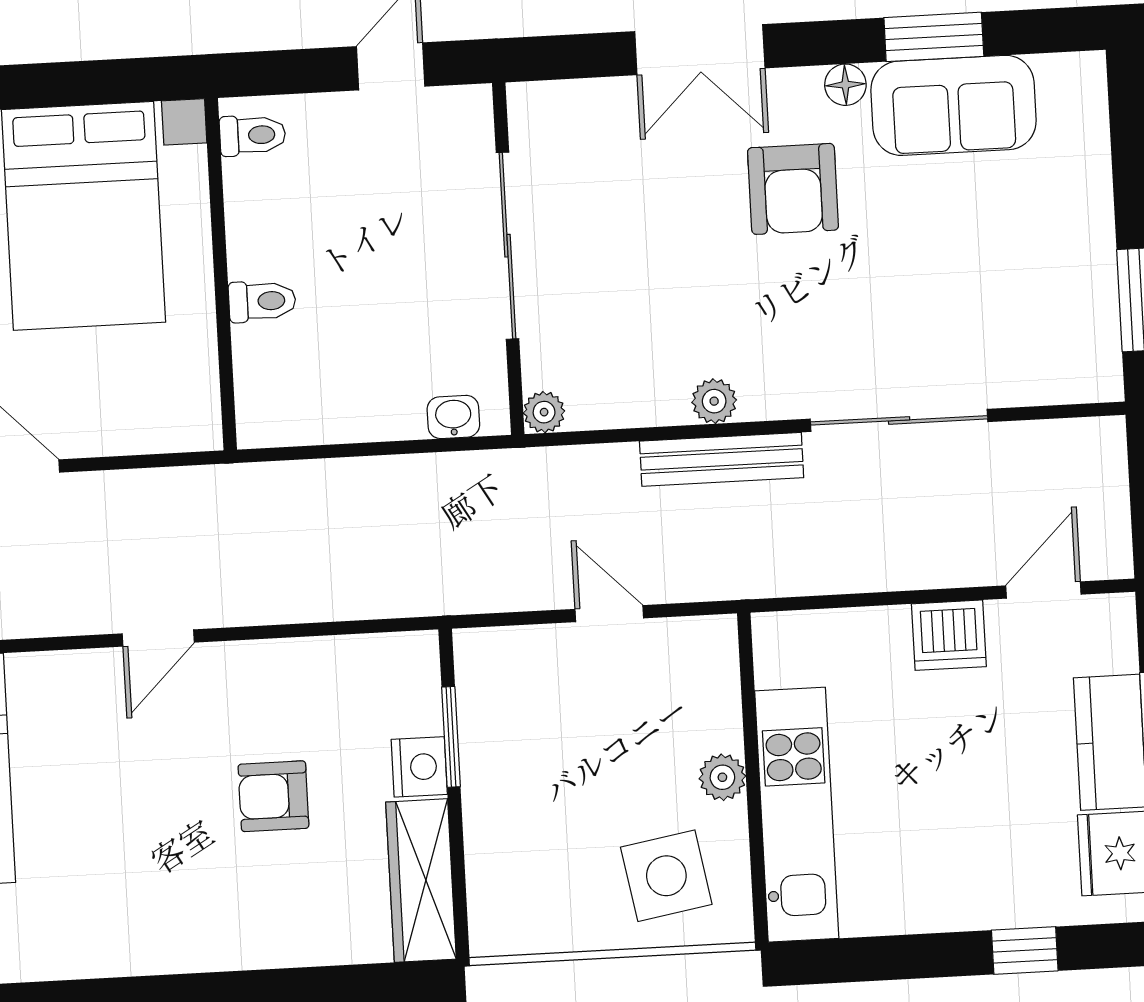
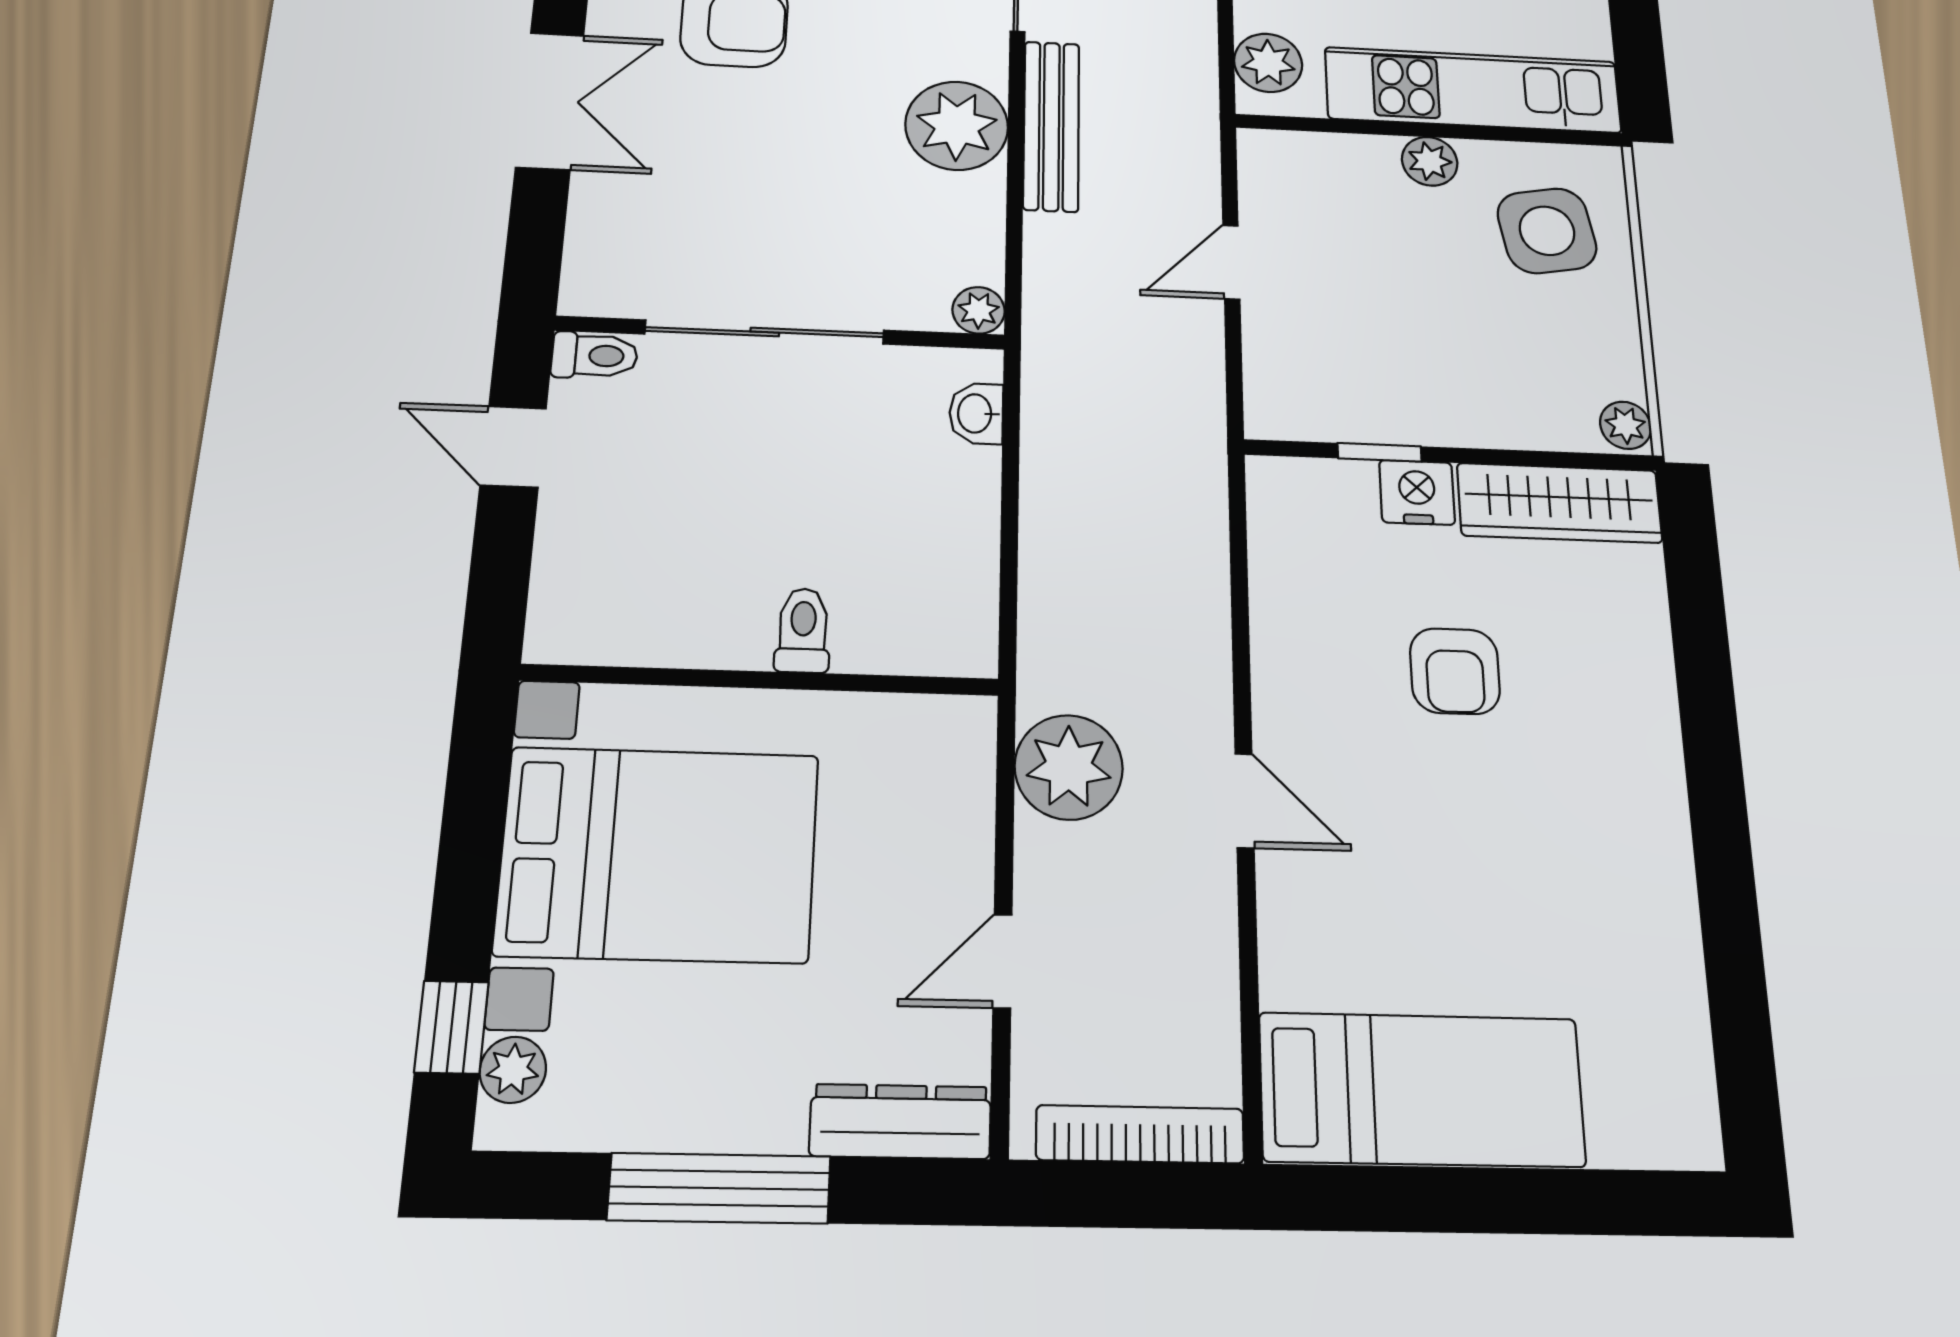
toilet: (253, 135) -> (595, 356), moved, turned 90
plant: (714, 401) -> (957, 126), width x1.88, depth x1.88
plant: (173, 506) -> (1069, 767), added
plant: (804, 639) -> (1268, 63), added
window: (451, 737) -> (1380, 452), width x0.67
plant: (494, 936) -> (1626, 425), added

